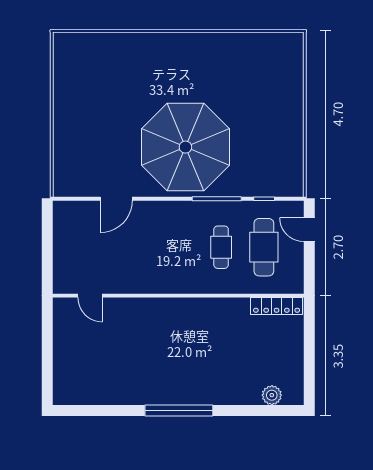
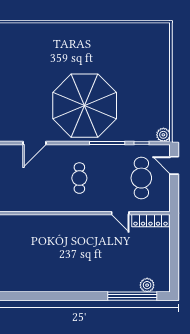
plant: (294, 187) -> (163, 135), added
cafe table: (221, 247) -> (79, 178), moved
door: (90, 296) -> (120, 213), moved
window: (179, 410) -> (132, 296), moved

